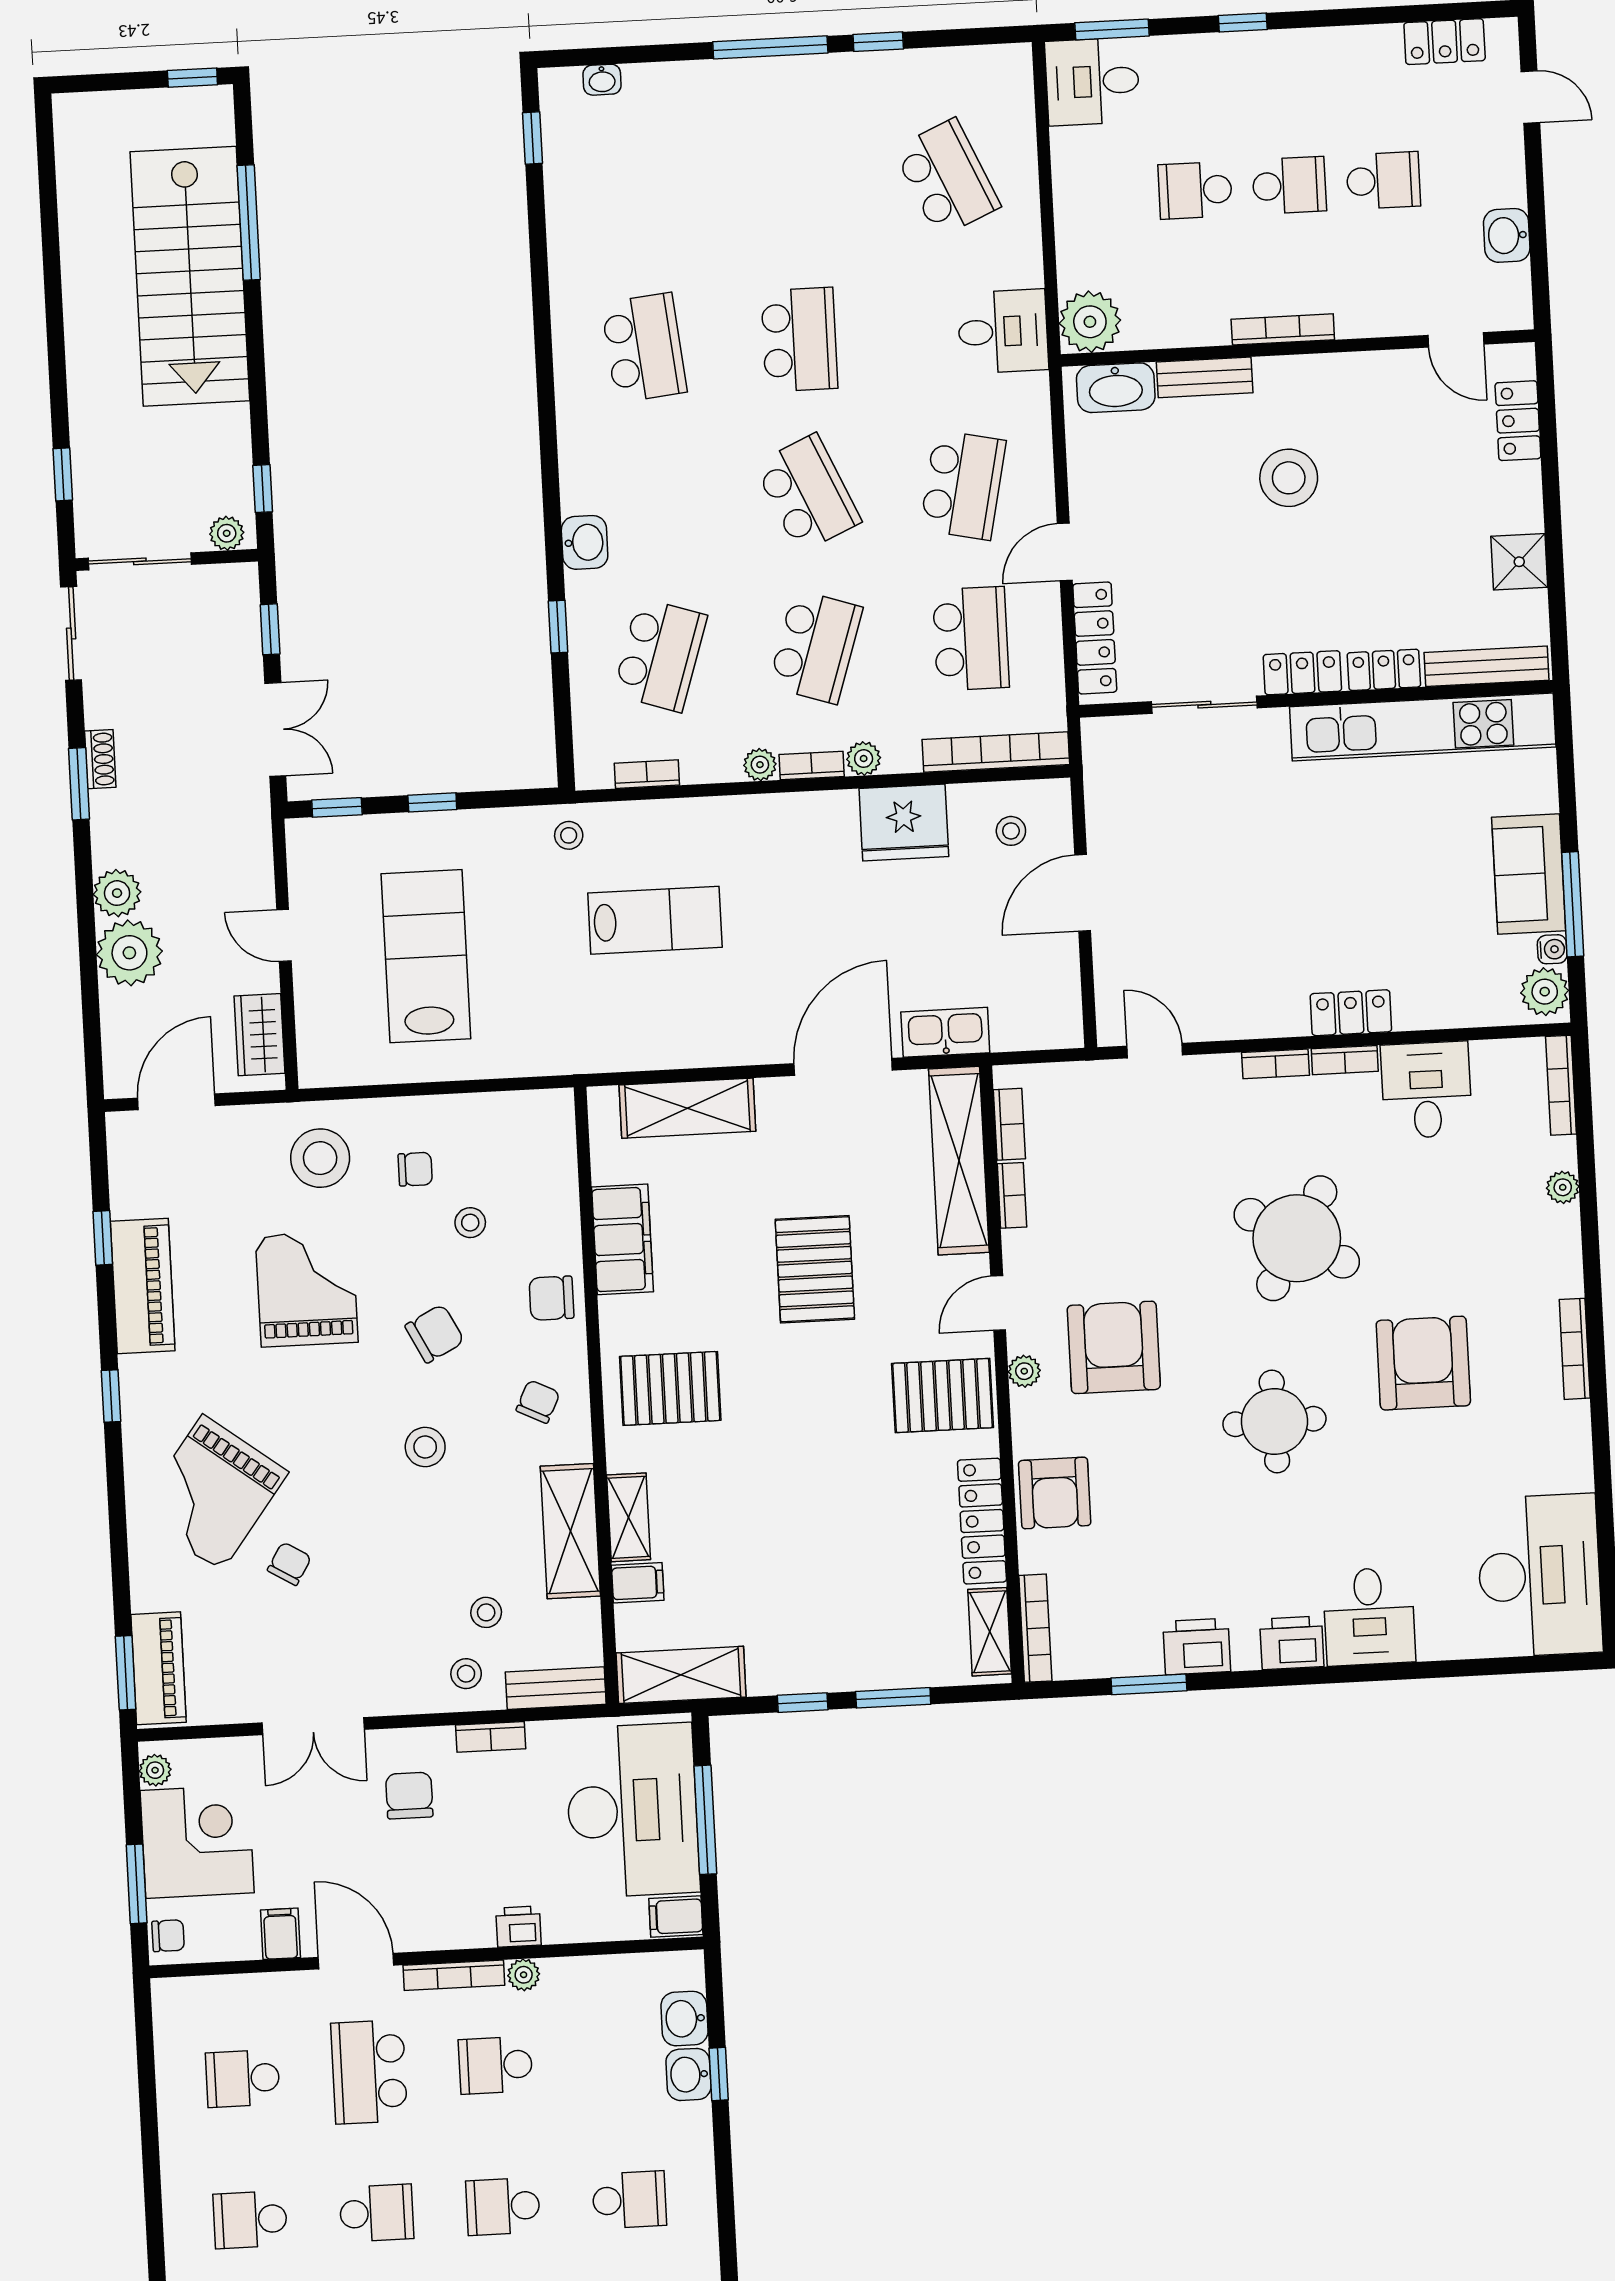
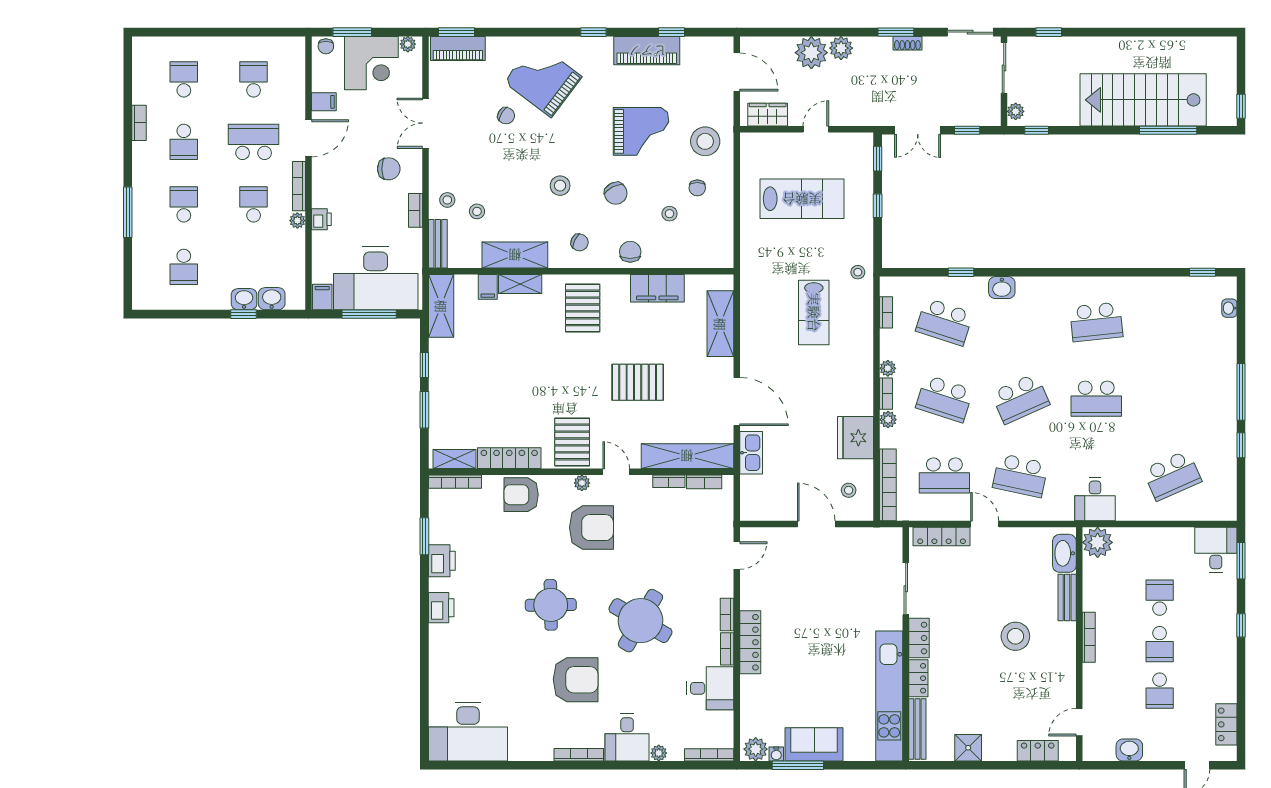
locker: (1351, 1013) -> (750, 642), width x1.53
desk: (1369, 1616) -> (627, 737), moved, turned -90

